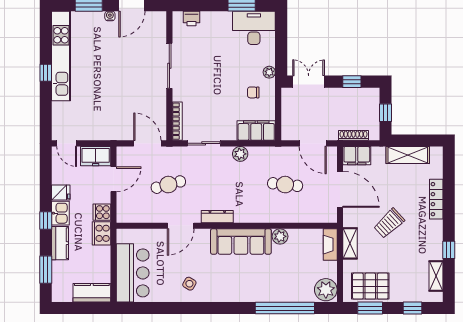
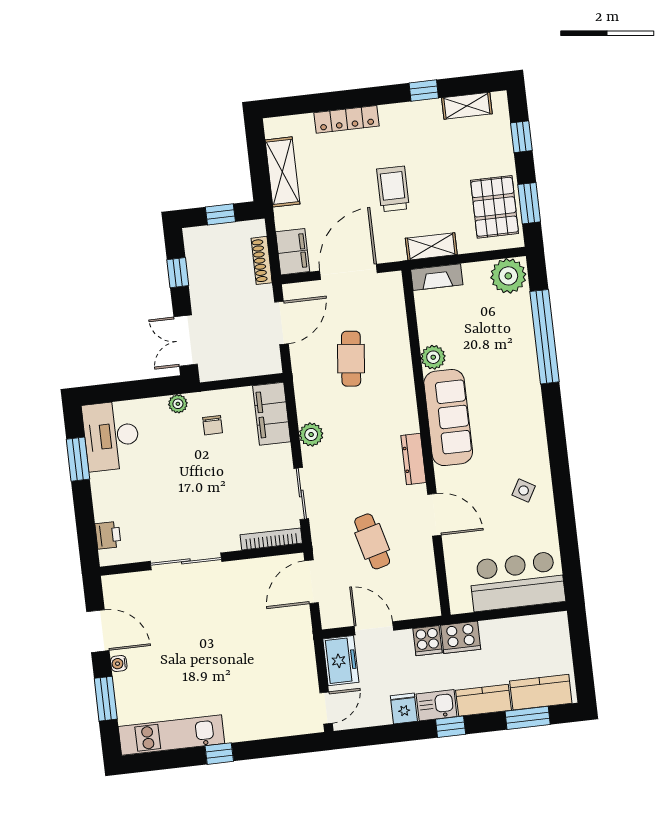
kitchen unit: (61, 56) -> (171, 735), width x0.73
trolley: (389, 223) -> (393, 189), turned -137
kitchen counter: (92, 293) -> (541, 692), moved, turned 90

